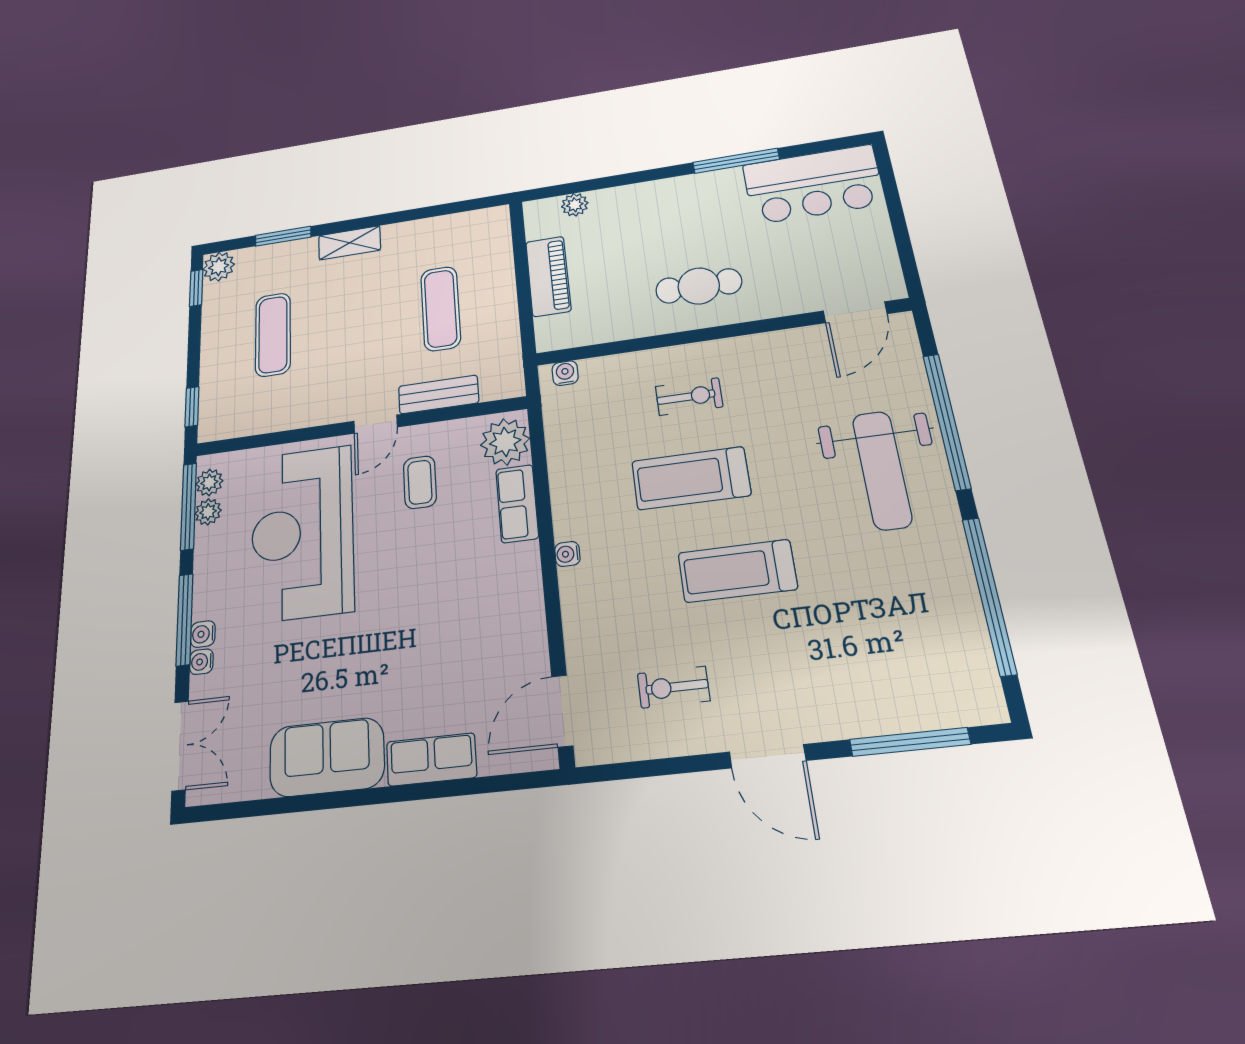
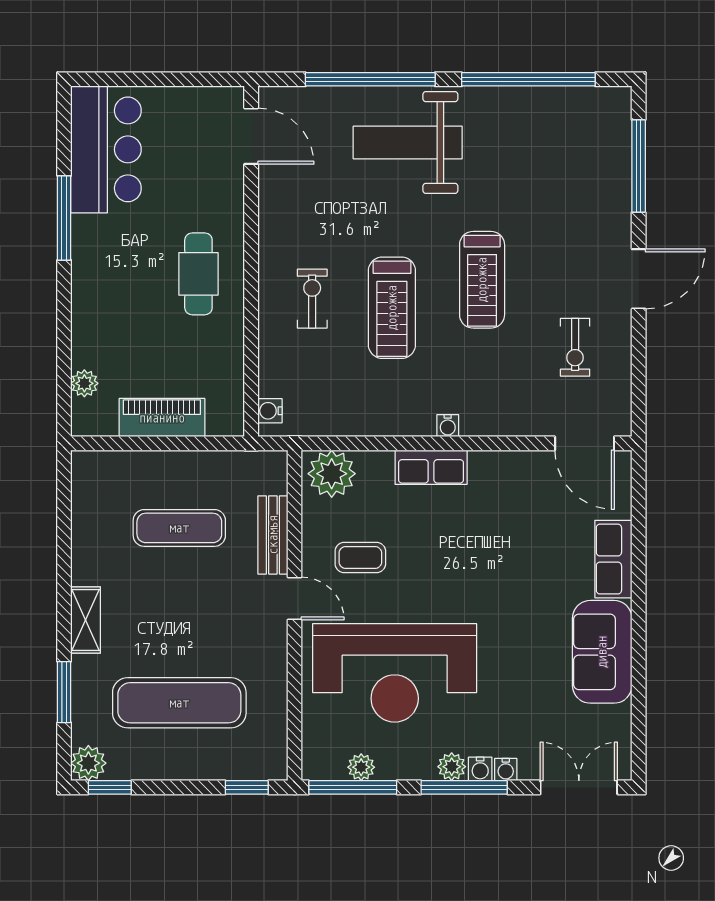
exercise mat: (273, 335) -> (179, 703), width x1.36, depth x1.45
weight bench: (882, 470) -> (408, 143), turned 180
plant: (209, 482) -> (452, 767), moved
row of seats: (517, 504) -> (431, 467), moved

